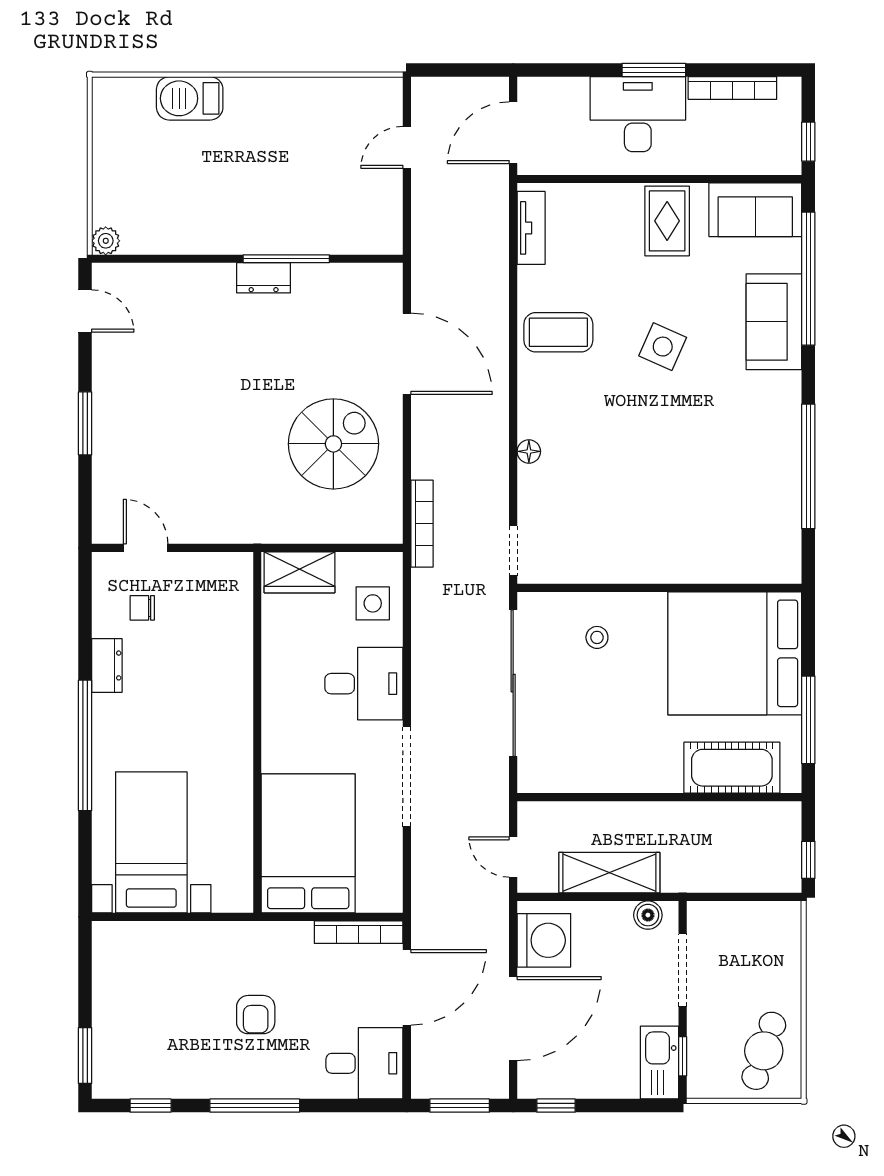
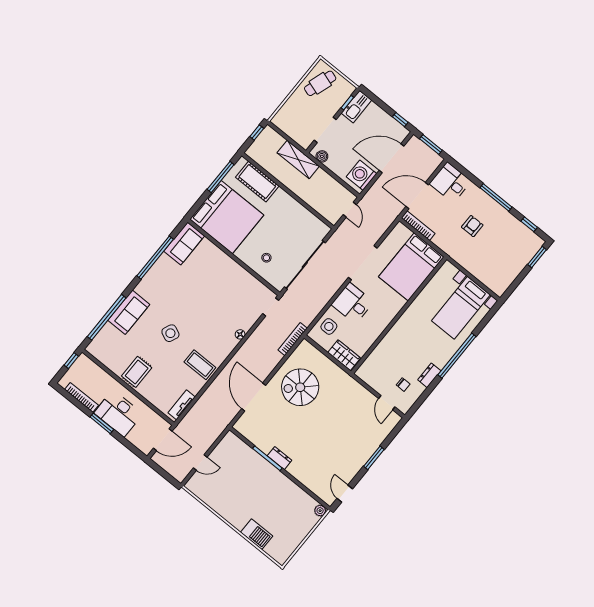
sofa: (755, 210) -> (184, 244), moved, turned 90
shelving: (609, 873) -> (298, 159), moved

